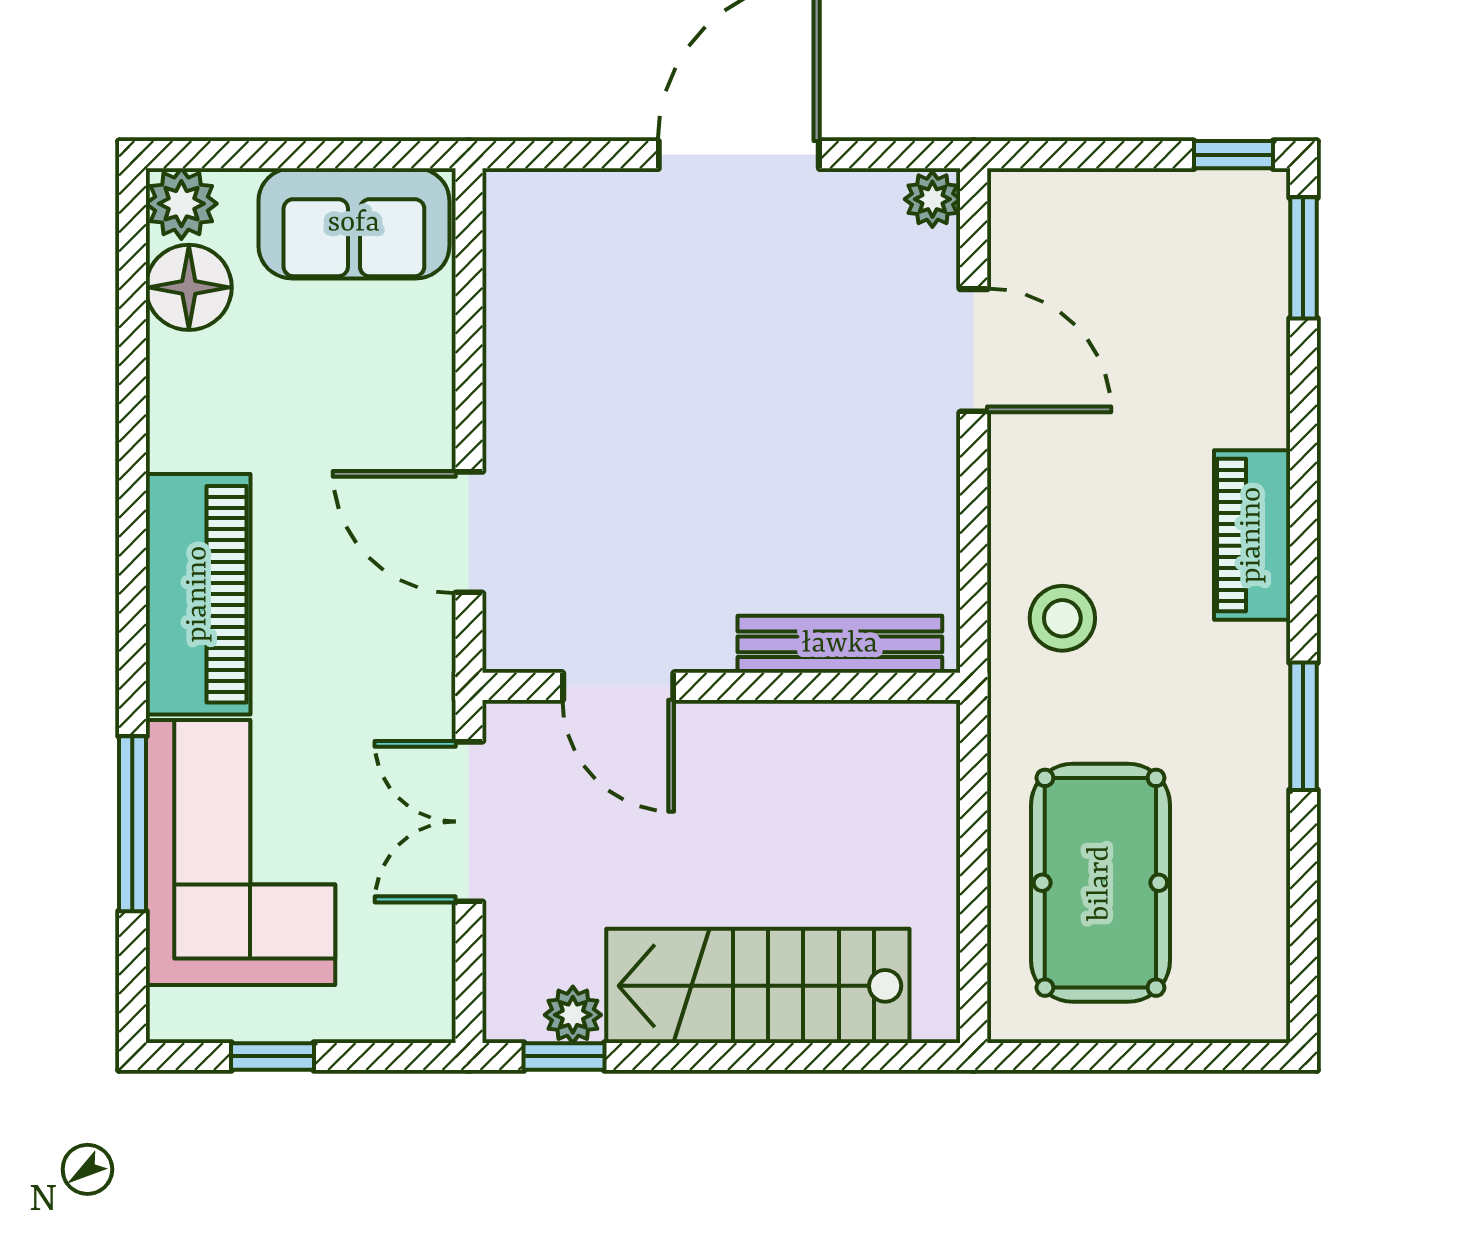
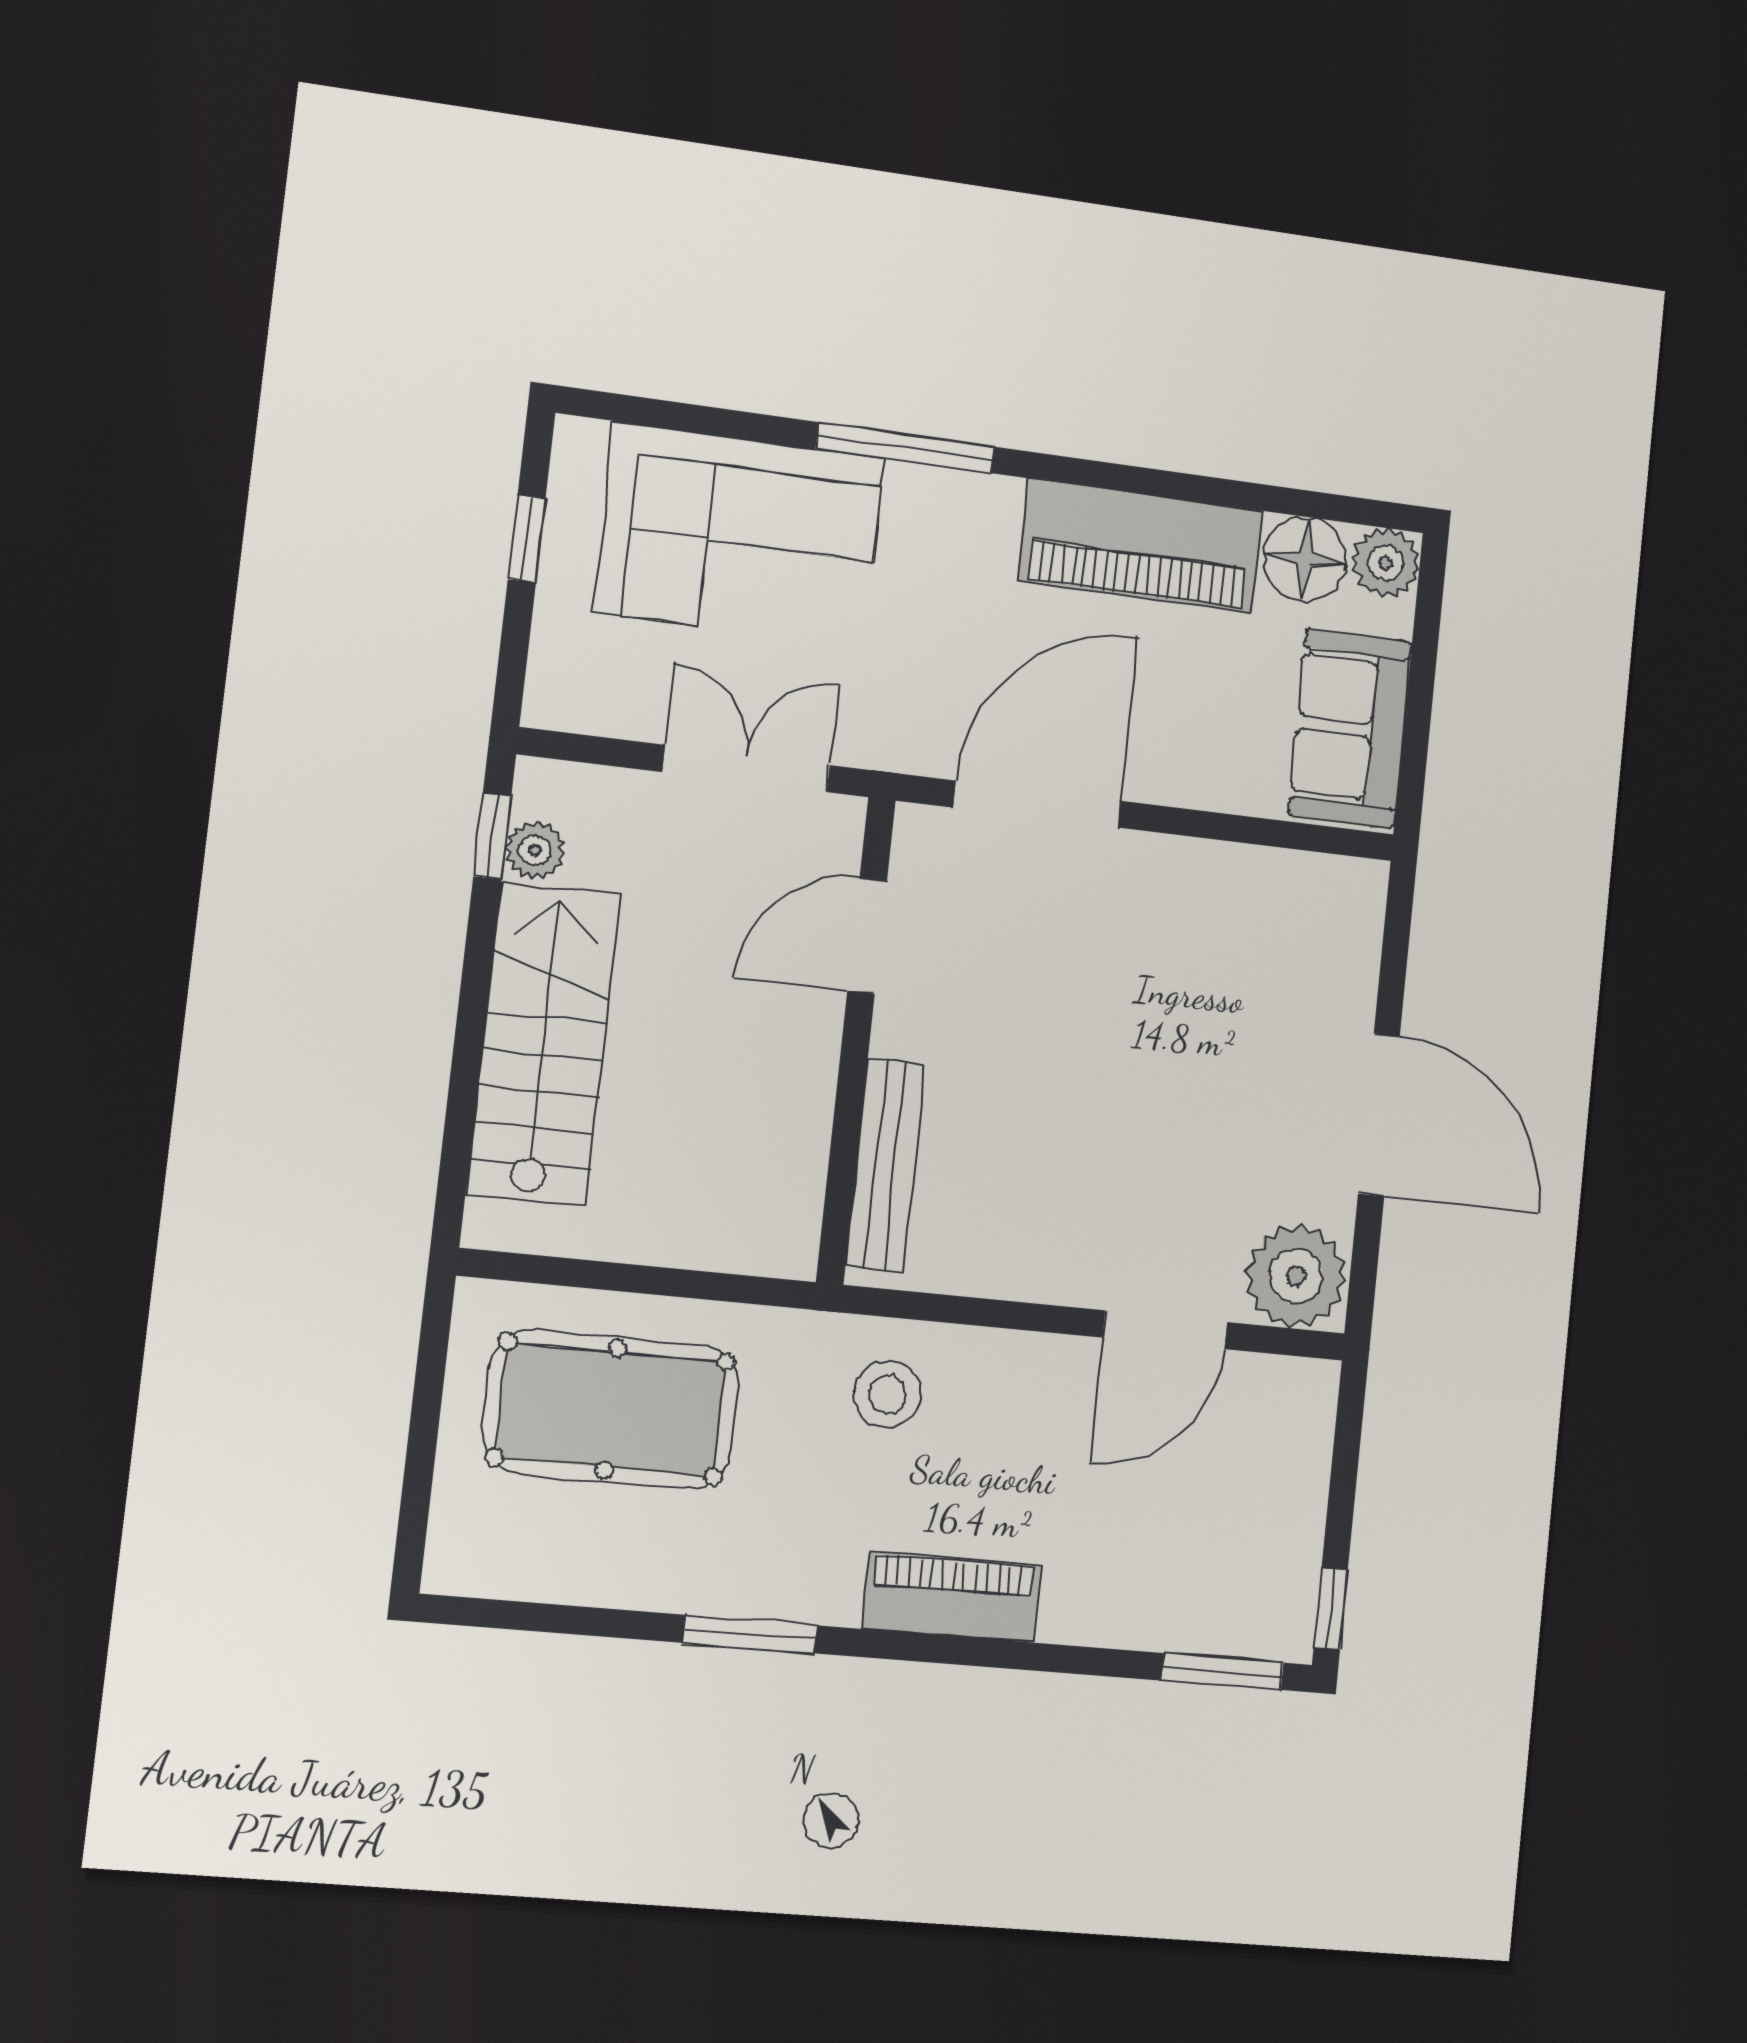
plant: (932, 199) -> (1296, 1276), width x1.88, depth x1.88
door: (469, 532) -> (1037, 804), width x1.36
piano: (198, 594) -> (1140, 546), moved
window: (132, 824) -> (905, 448), moved

